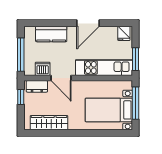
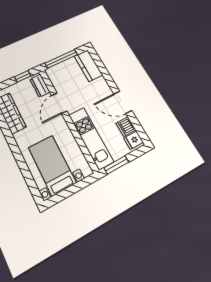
kitchen counter: (51, 34) -> (88, 66), moved
dishwasher: (43, 69) -> (126, 126), moved, turned 180
window: (135, 103) -> (73, 189), removed

